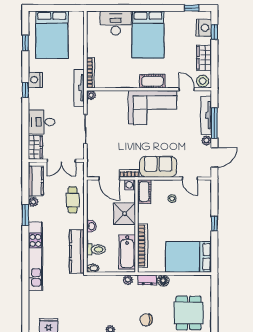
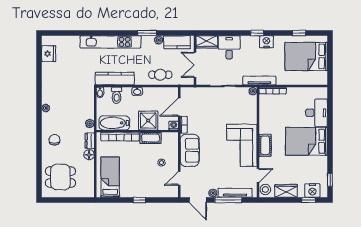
cot: (144, 192) -> (151, 138), moved
bed: (188, 257) -> (110, 177), width x0.67

